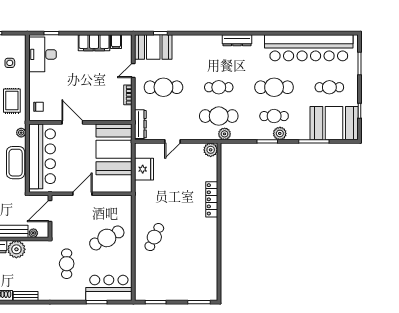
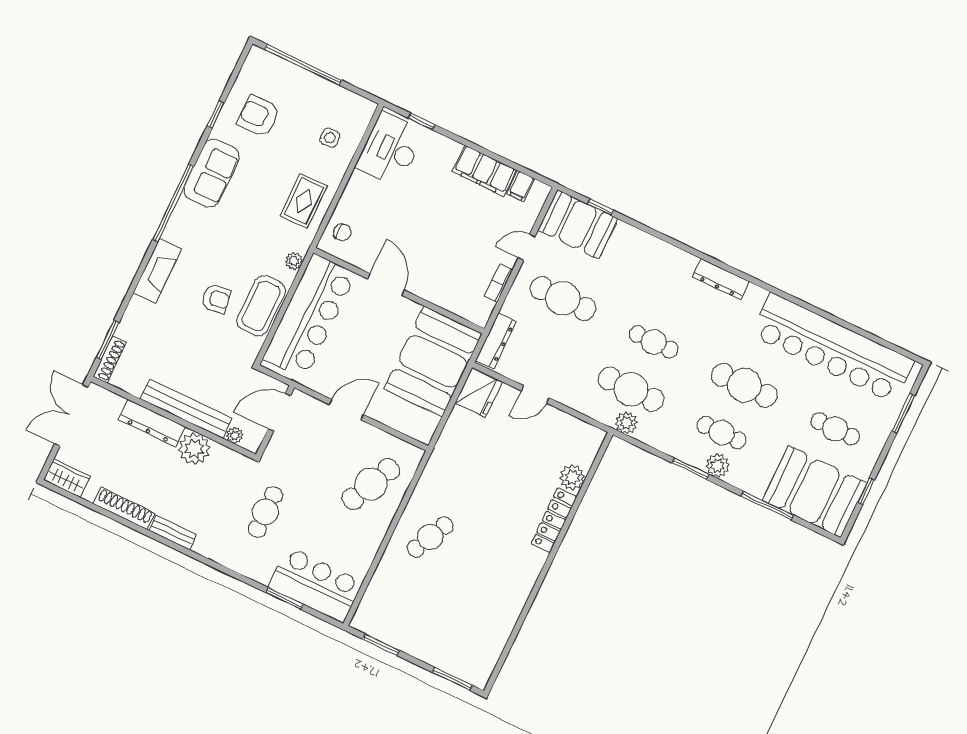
plant: (211, 150) -> (572, 477), moved
fridge: (144, 169) -> (479, 392), moved
cafe table: (107, 238) -> (371, 484), moved, turned -37

